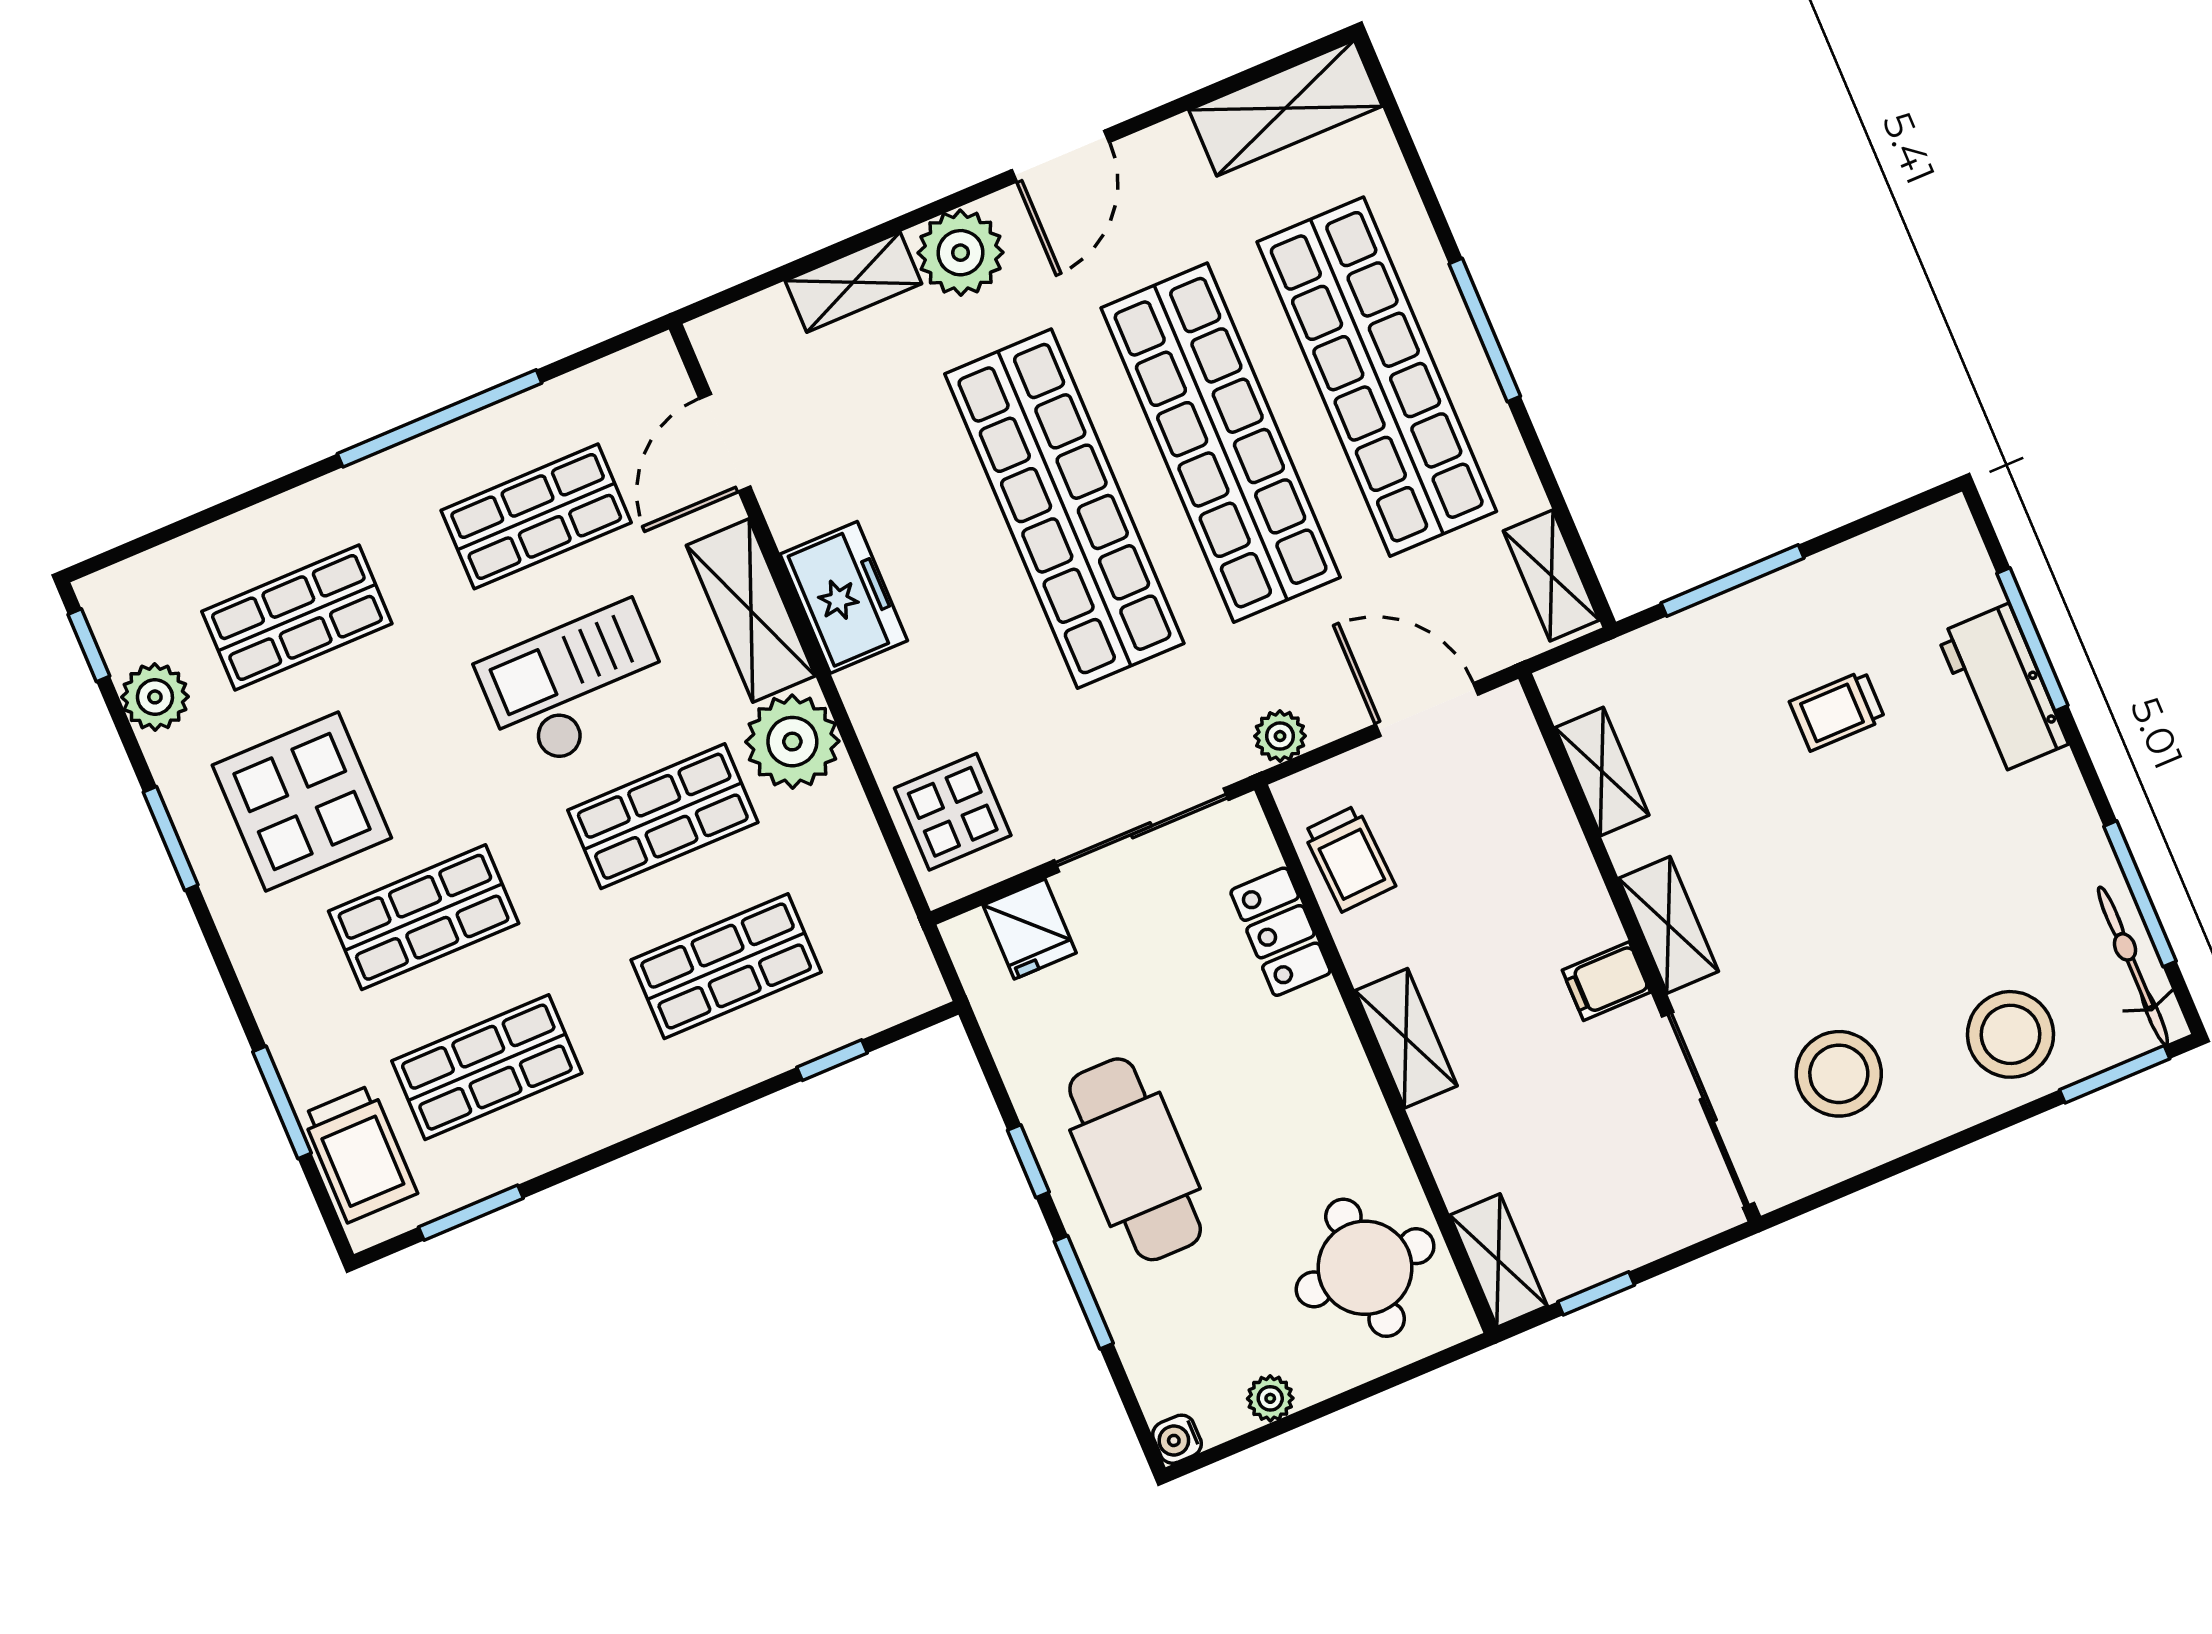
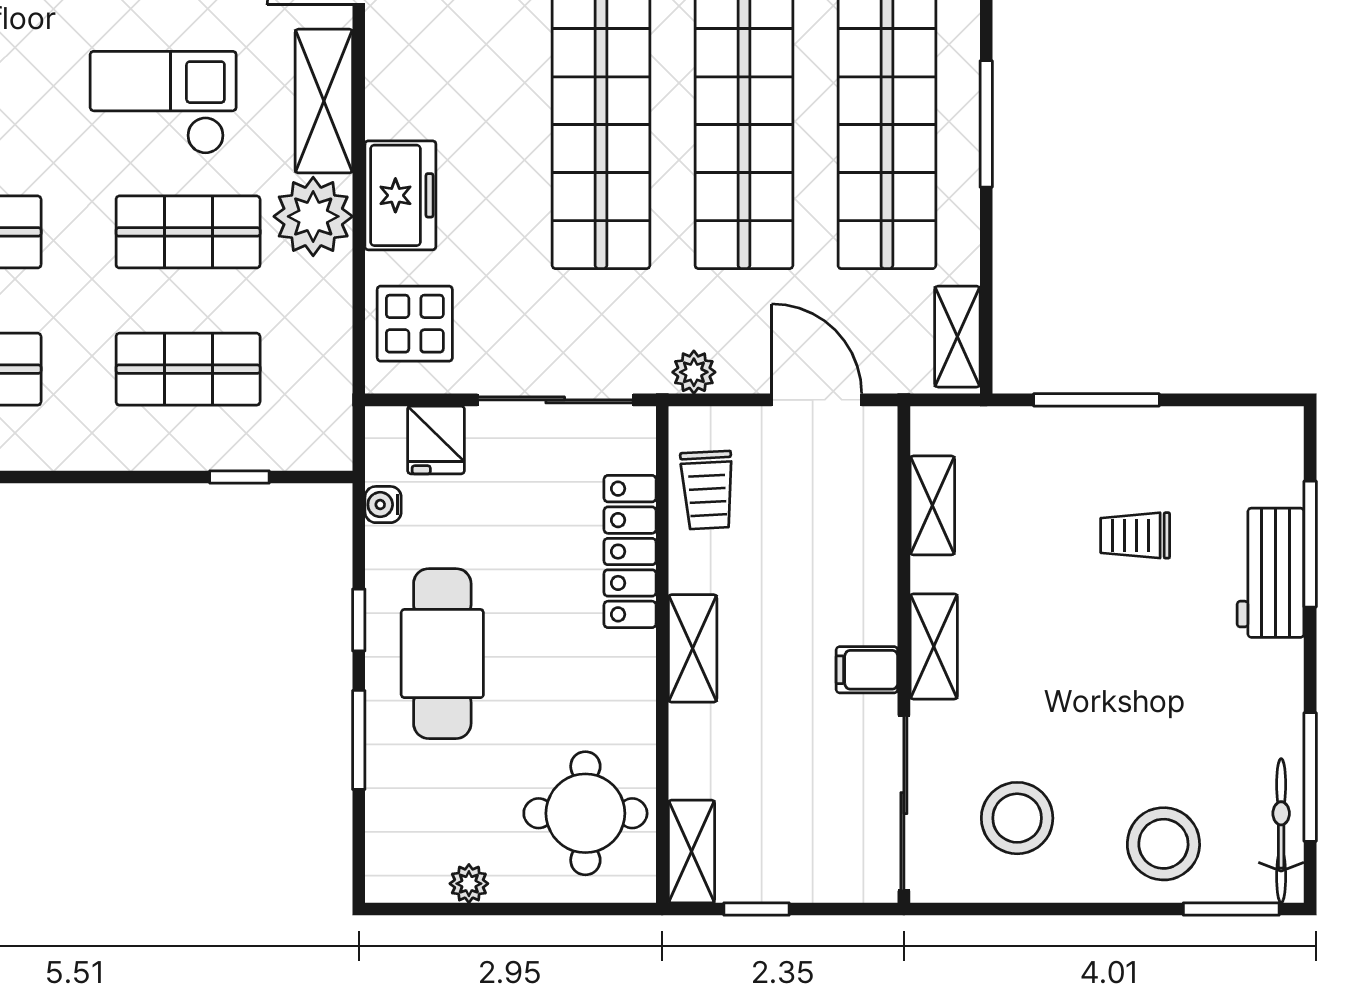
freezer: (844, 597) -> (400, 195), moved
locker: (1281, 932) -> (630, 552), width x1.53
water cooler: (1177, 1439) -> (383, 505), moved

